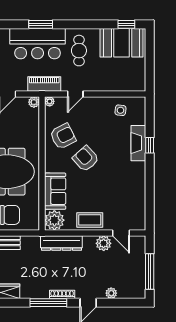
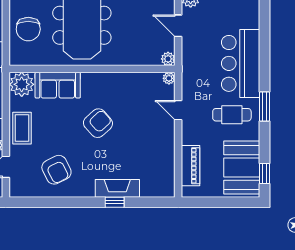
window: (41, 24) -> (264, 106), moved
piano: (44, 84) -> (190, 166), moved
side table: (120, 110) -> (158, 166), removed
armchair: (63, 136) -> (56, 170), moved

